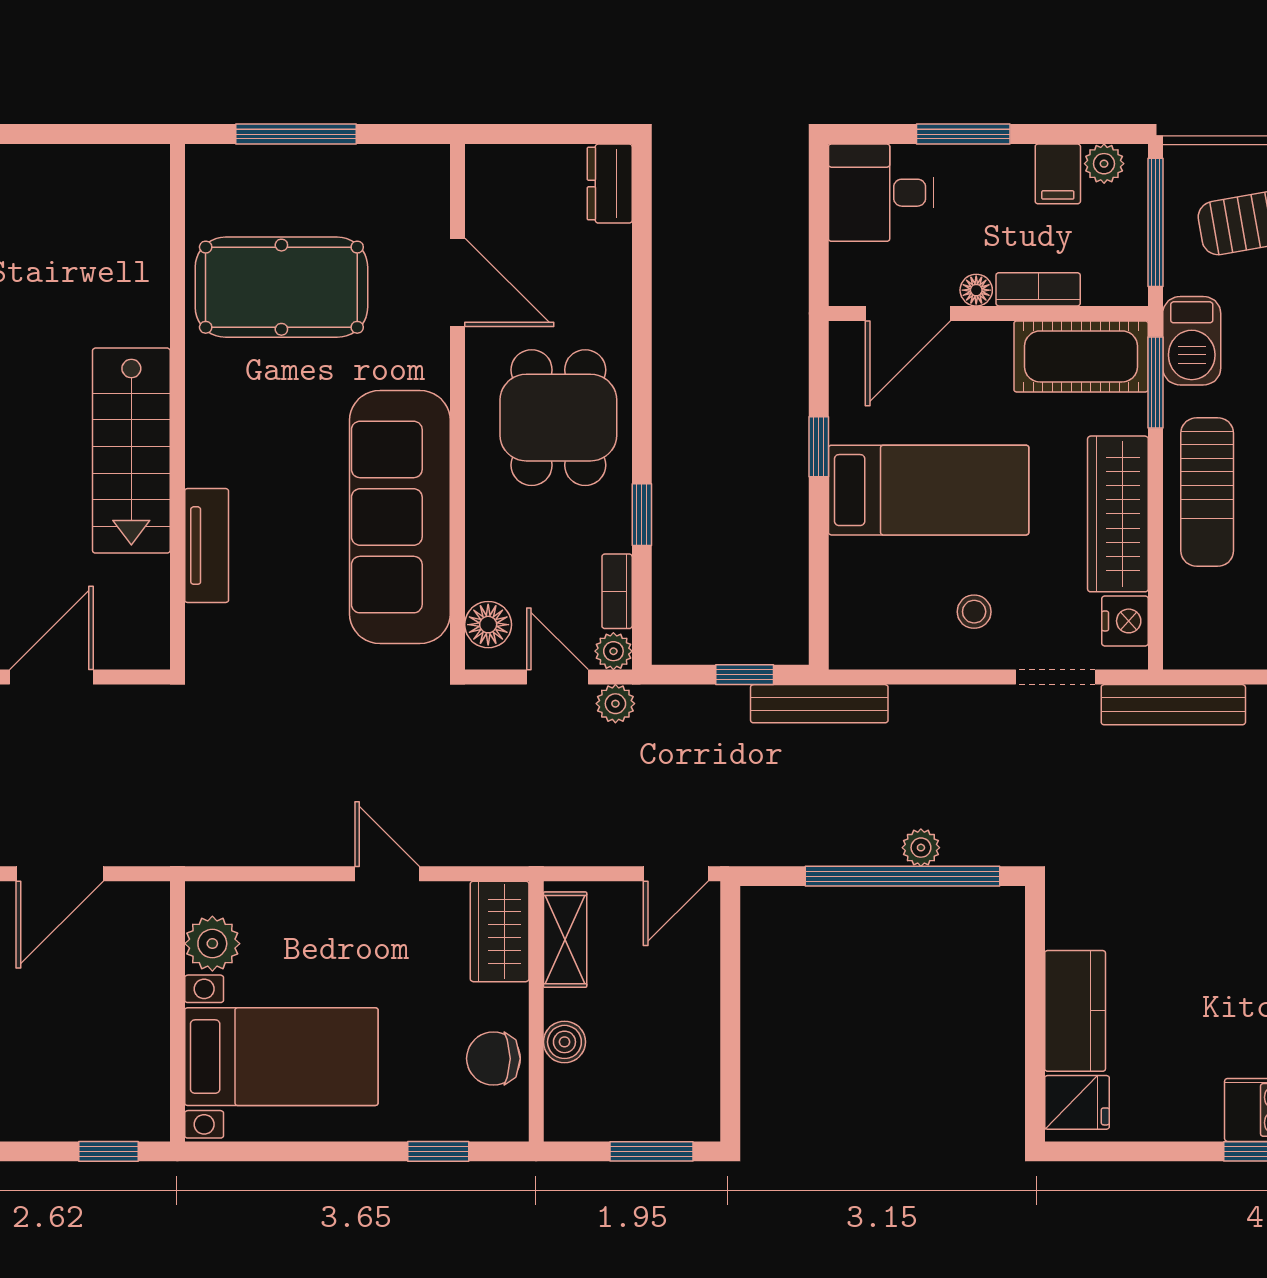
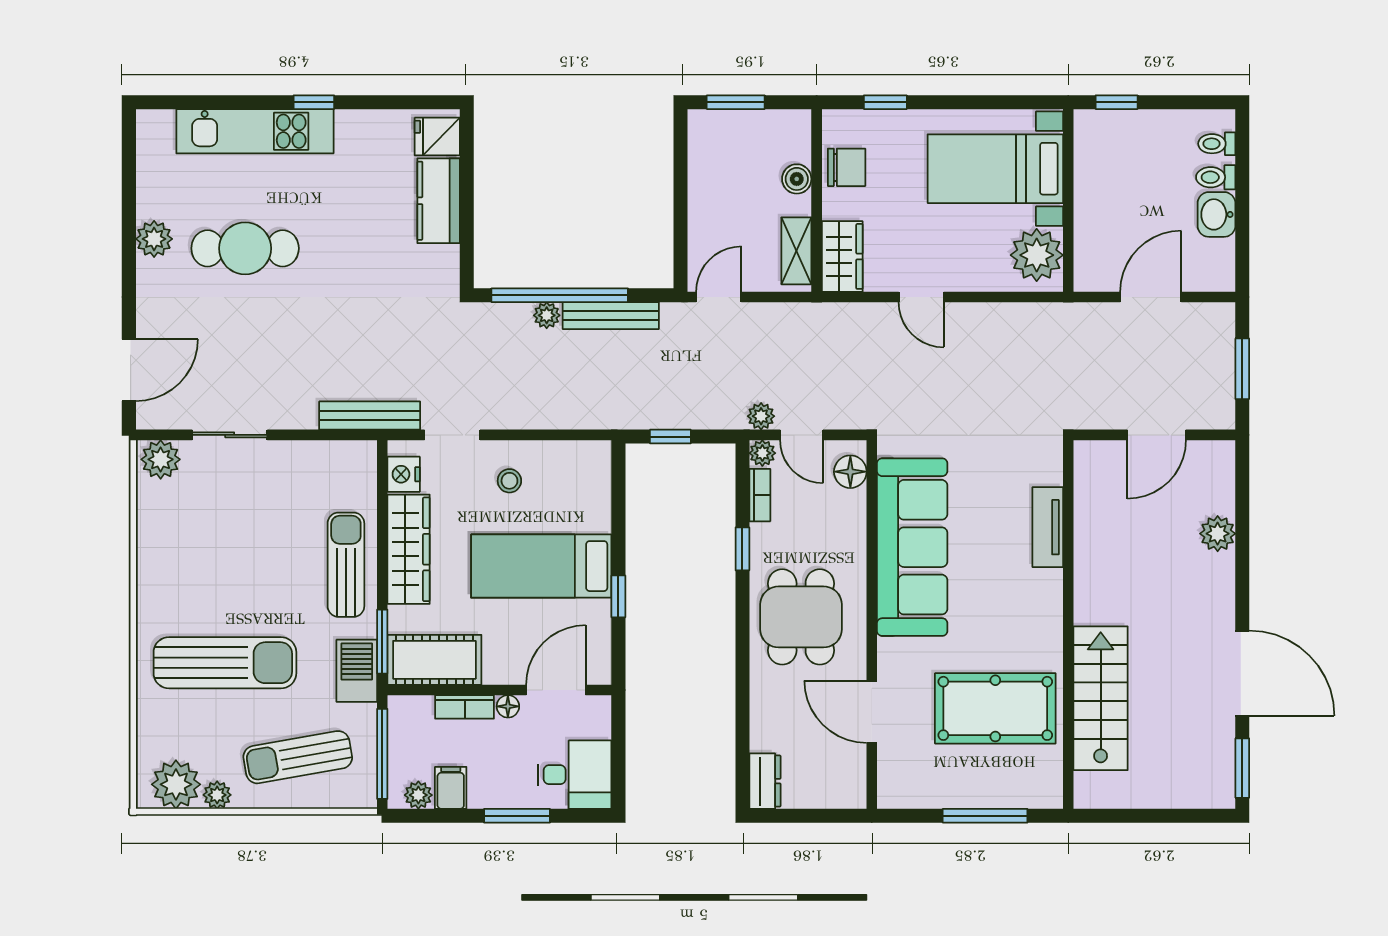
stairs: (131, 451) -> (1101, 698), moved
bench: (819, 704) -> (611, 316), moved
plant: (212, 944) -> (1037, 255), width x1.36, depth x1.36

